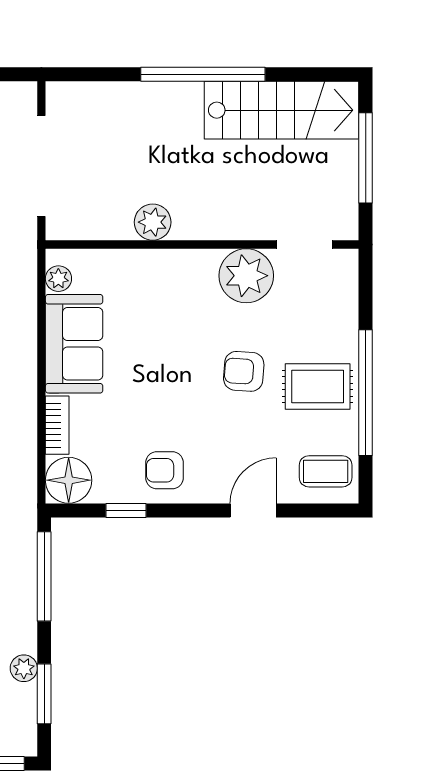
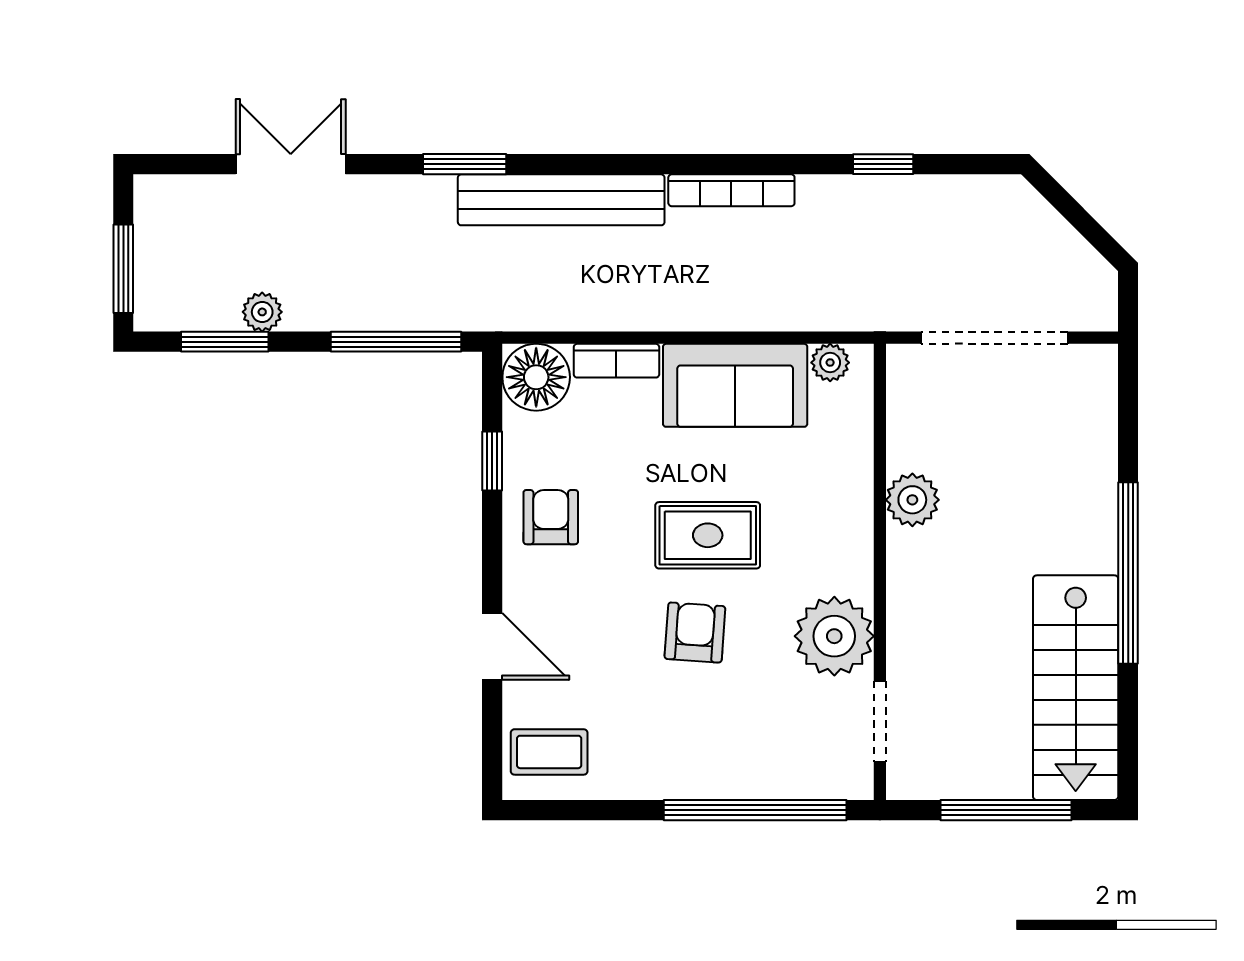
rug: (318, 386) -> (708, 535), moved, turned 90
window: (366, 393) -> (755, 810), moved
coffee table: (326, 471) -> (549, 752), turned 90

